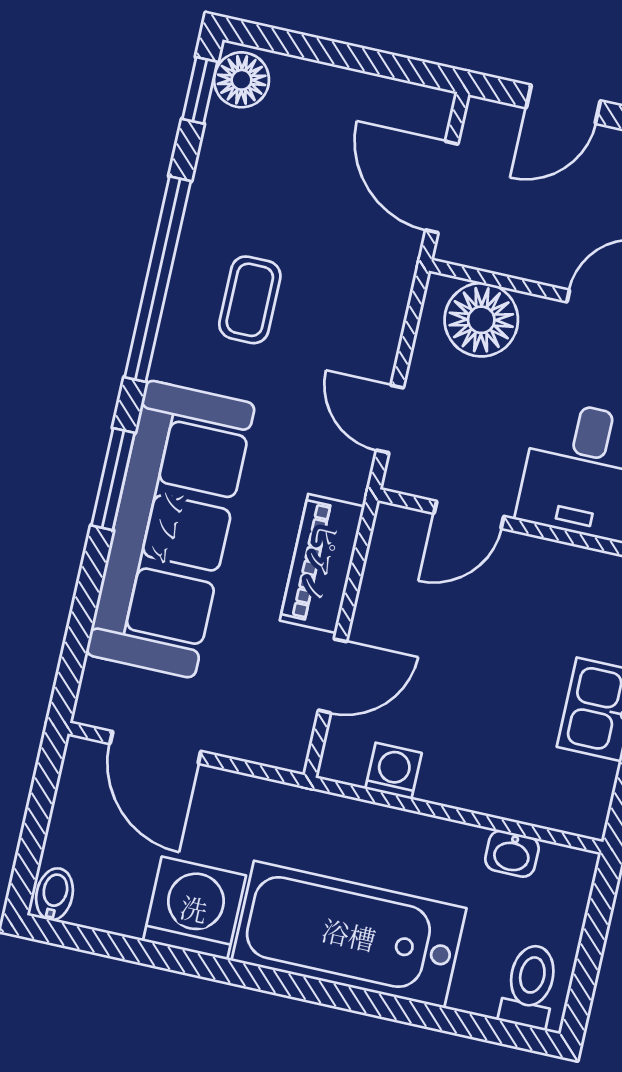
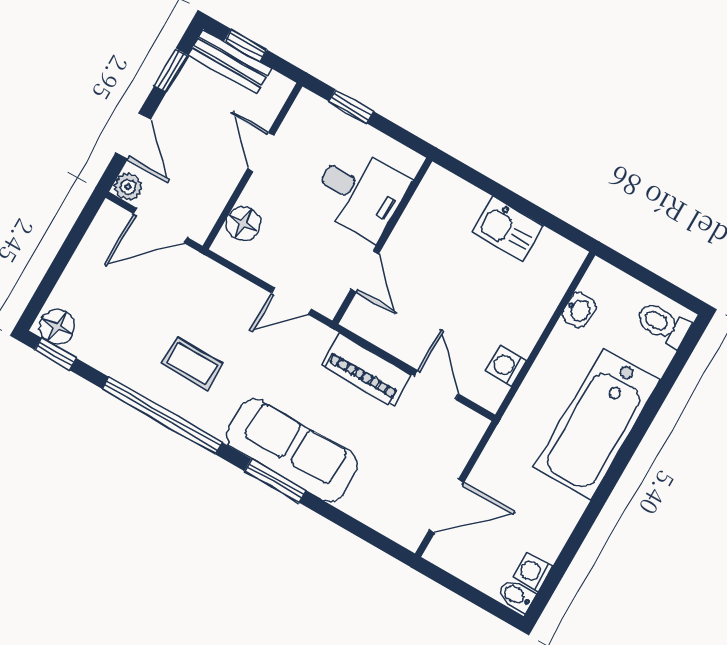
plant: (485, 120) -> (128, 187), added
floor lamp: (481, 320) -> (243, 224), width x0.73, depth x0.73
sofa: (170, 529) -> (292, 450), width x0.74, depth x0.79
washing machine: (194, 908) -> (533, 572), moved, width x0.53, depth x0.53

